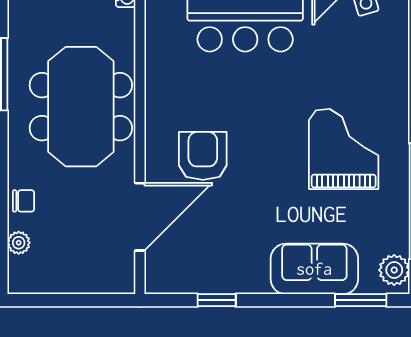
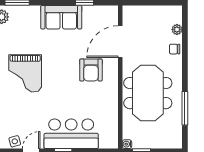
sofa: (314, 269) -> (61, 17), moved

